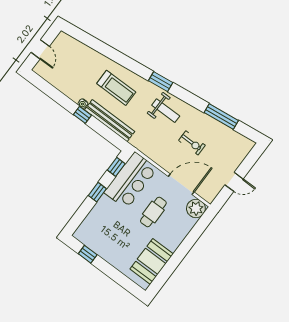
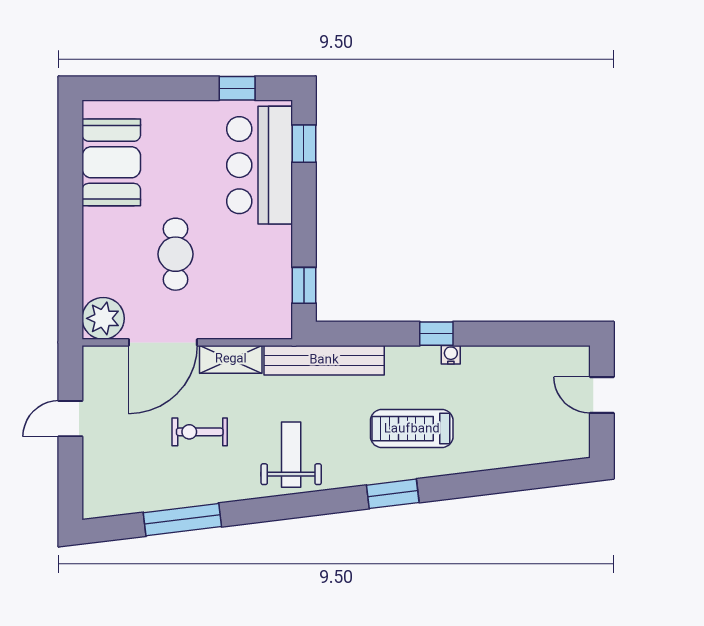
window: (161, 82) -> (393, 494), moved
weight bench: (166, 111) -> (291, 455), turned 90
bench: (110, 121) -> (324, 360), moved
shelving: (162, 160) -> (231, 359), added
bar counter: (131, 180) -> (260, 165), moved
window: (97, 192) -> (304, 144), moved

